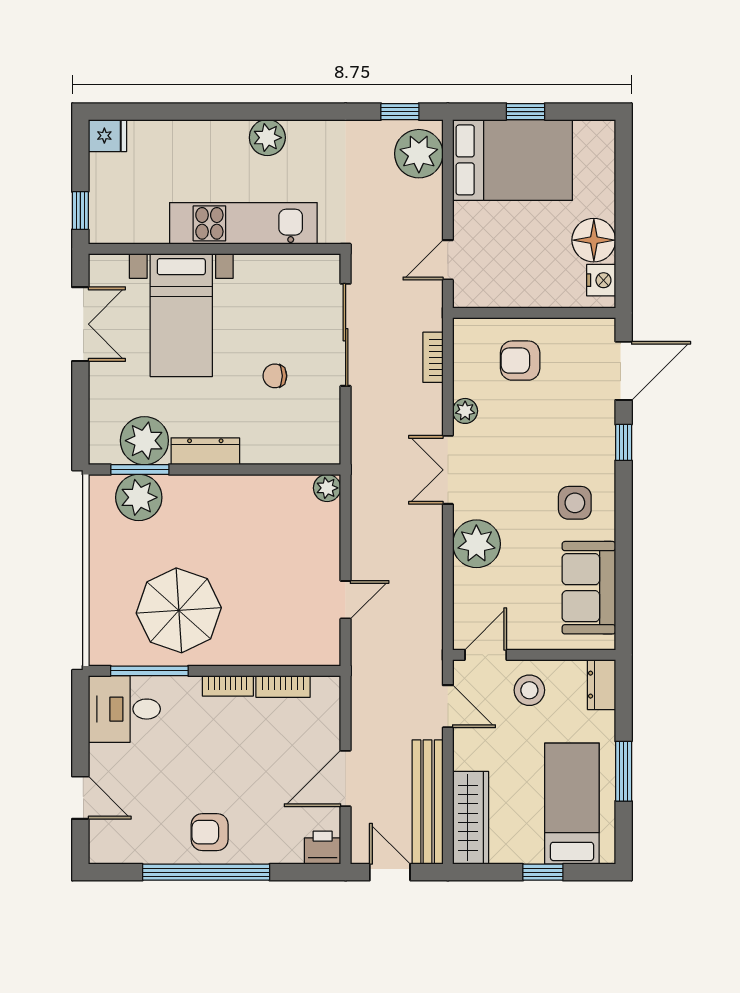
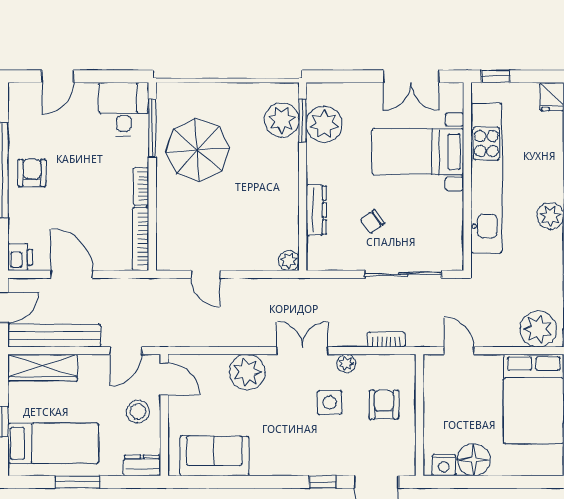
kitchen unit: (243, 223) -> (486, 178), width x1.36
chair: (275, 376) -> (372, 222), turned -126
dresser: (205, 451) -> (316, 210), moved
side table: (575, 503) -> (330, 402), moved
bookcase: (283, 686) -> (141, 239), width x1.56

